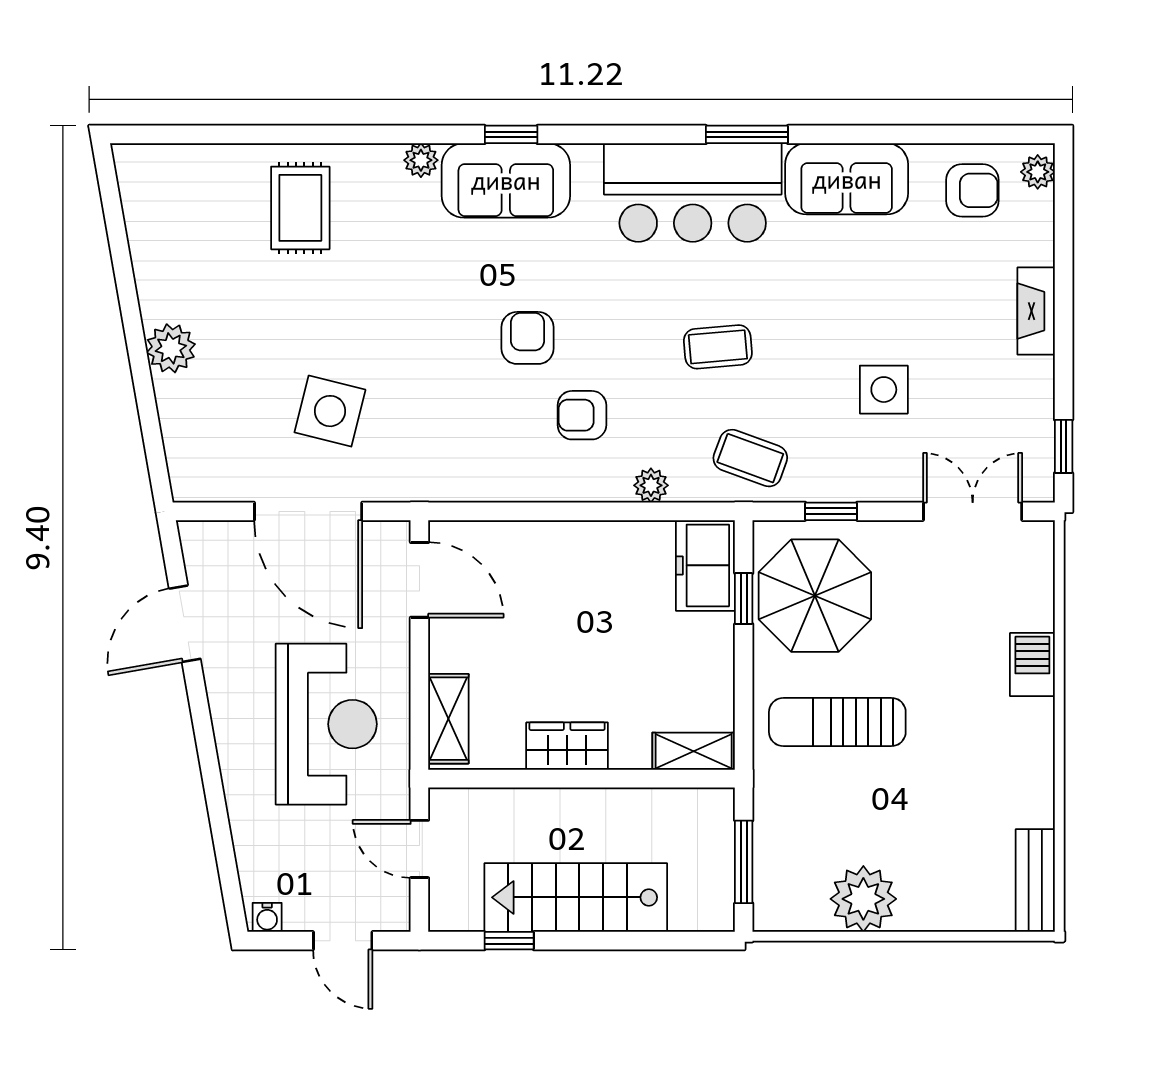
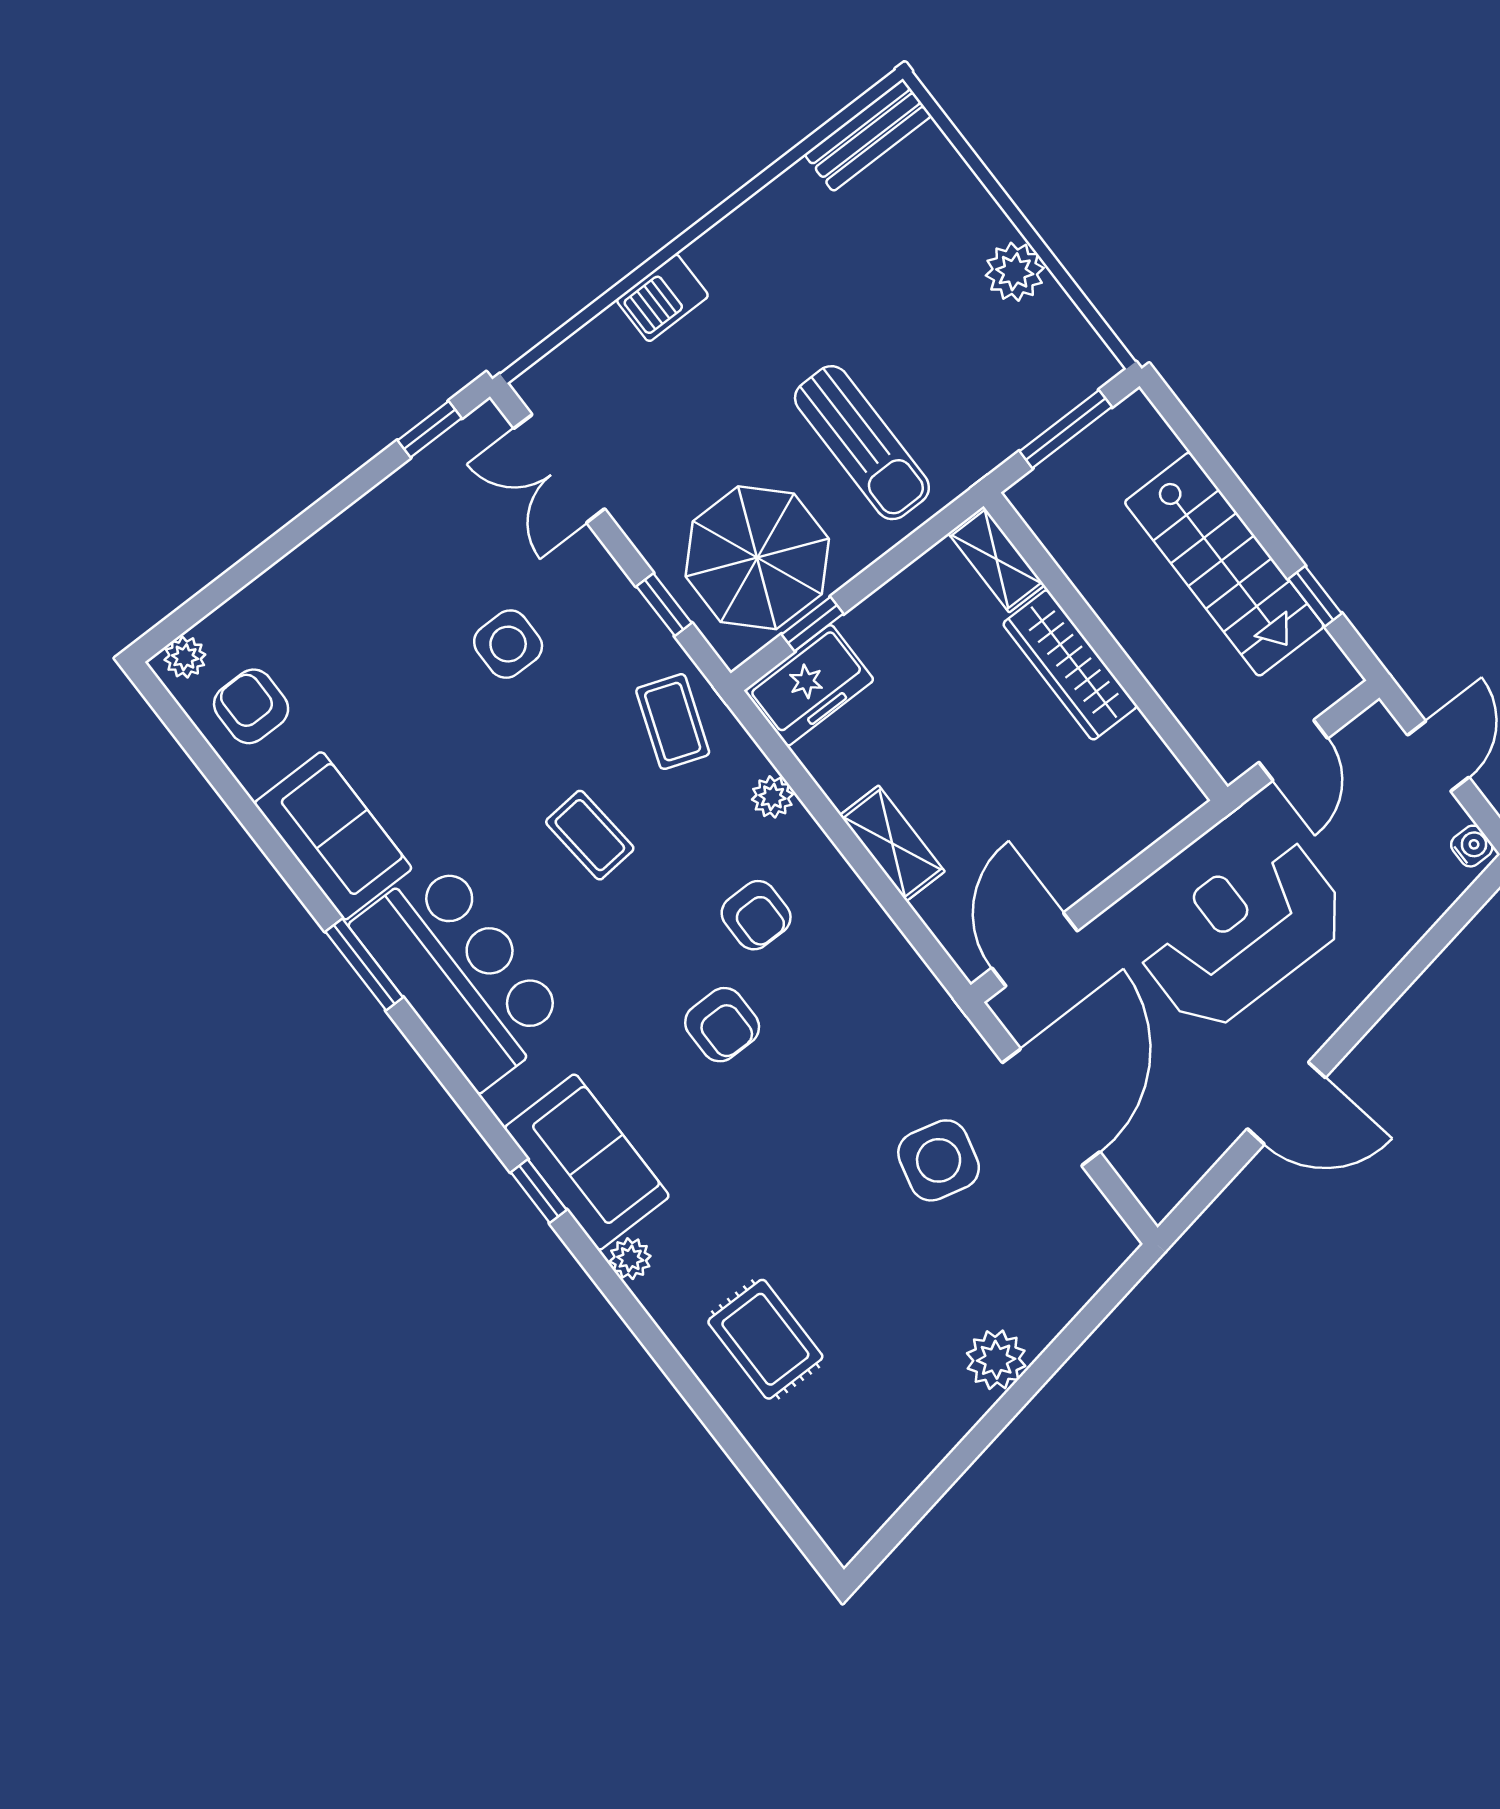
rug: (300, 208) -> (765, 1339), turned 90
fireplace: (1036, 311) -> (320, 556), removed
armchair: (528, 338) -> (722, 1025), turned -90
door: (185, 624) -> (1286, 1103), moved
shelving: (448, 719) -> (892, 843), moved, turned 90
wardrobe: (567, 746) -> (1070, 665), width x1.50
plant: (863, 899) -> (1015, 272), width x0.73, depth x0.73

